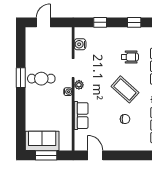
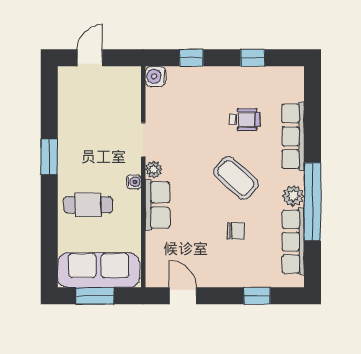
water cooler: (80, 44) -> (156, 76), moved
cafe table: (41, 79) -> (88, 205), moved
row of seats: (81, 116) -> (157, 205), moved
sofa: (42, 141) -> (99, 270), width x1.36
window: (137, 155) -> (257, 296), added

